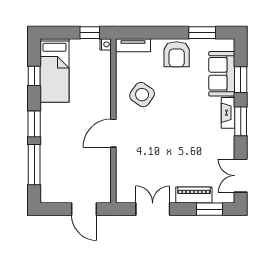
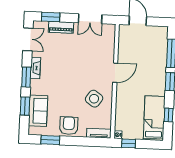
fireplace: (228, 113) -> (35, 68), moved

